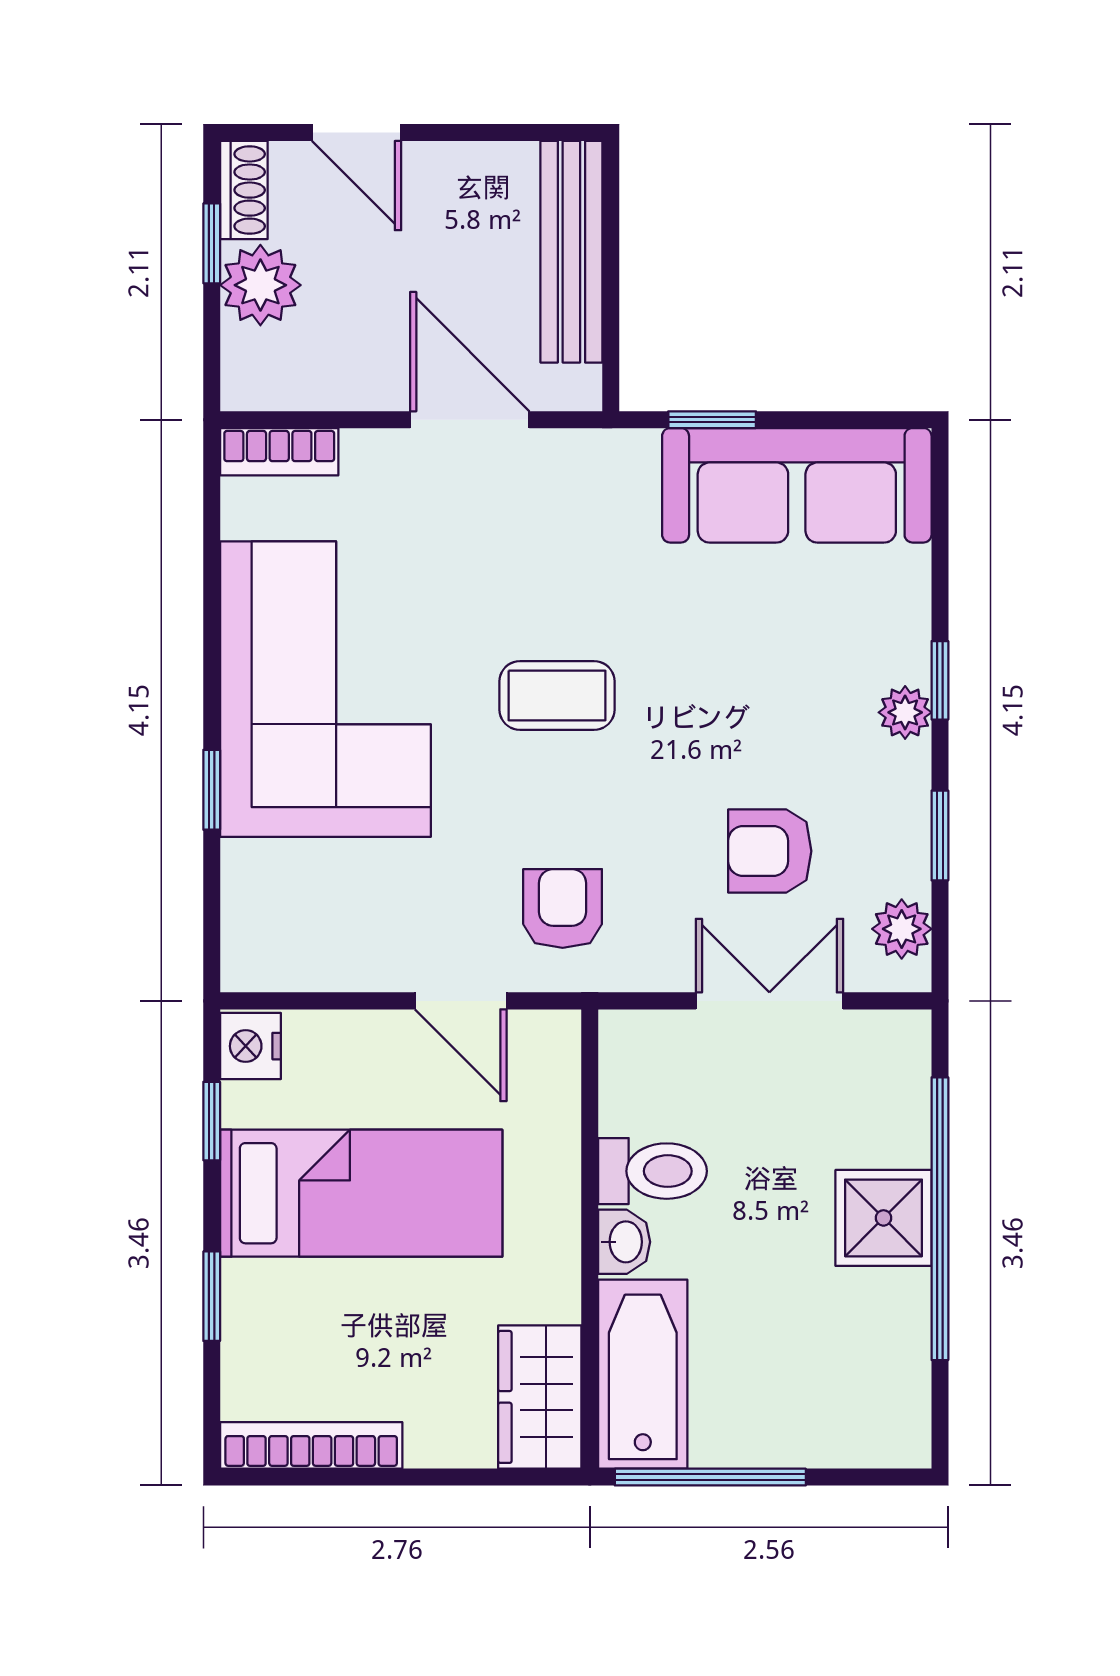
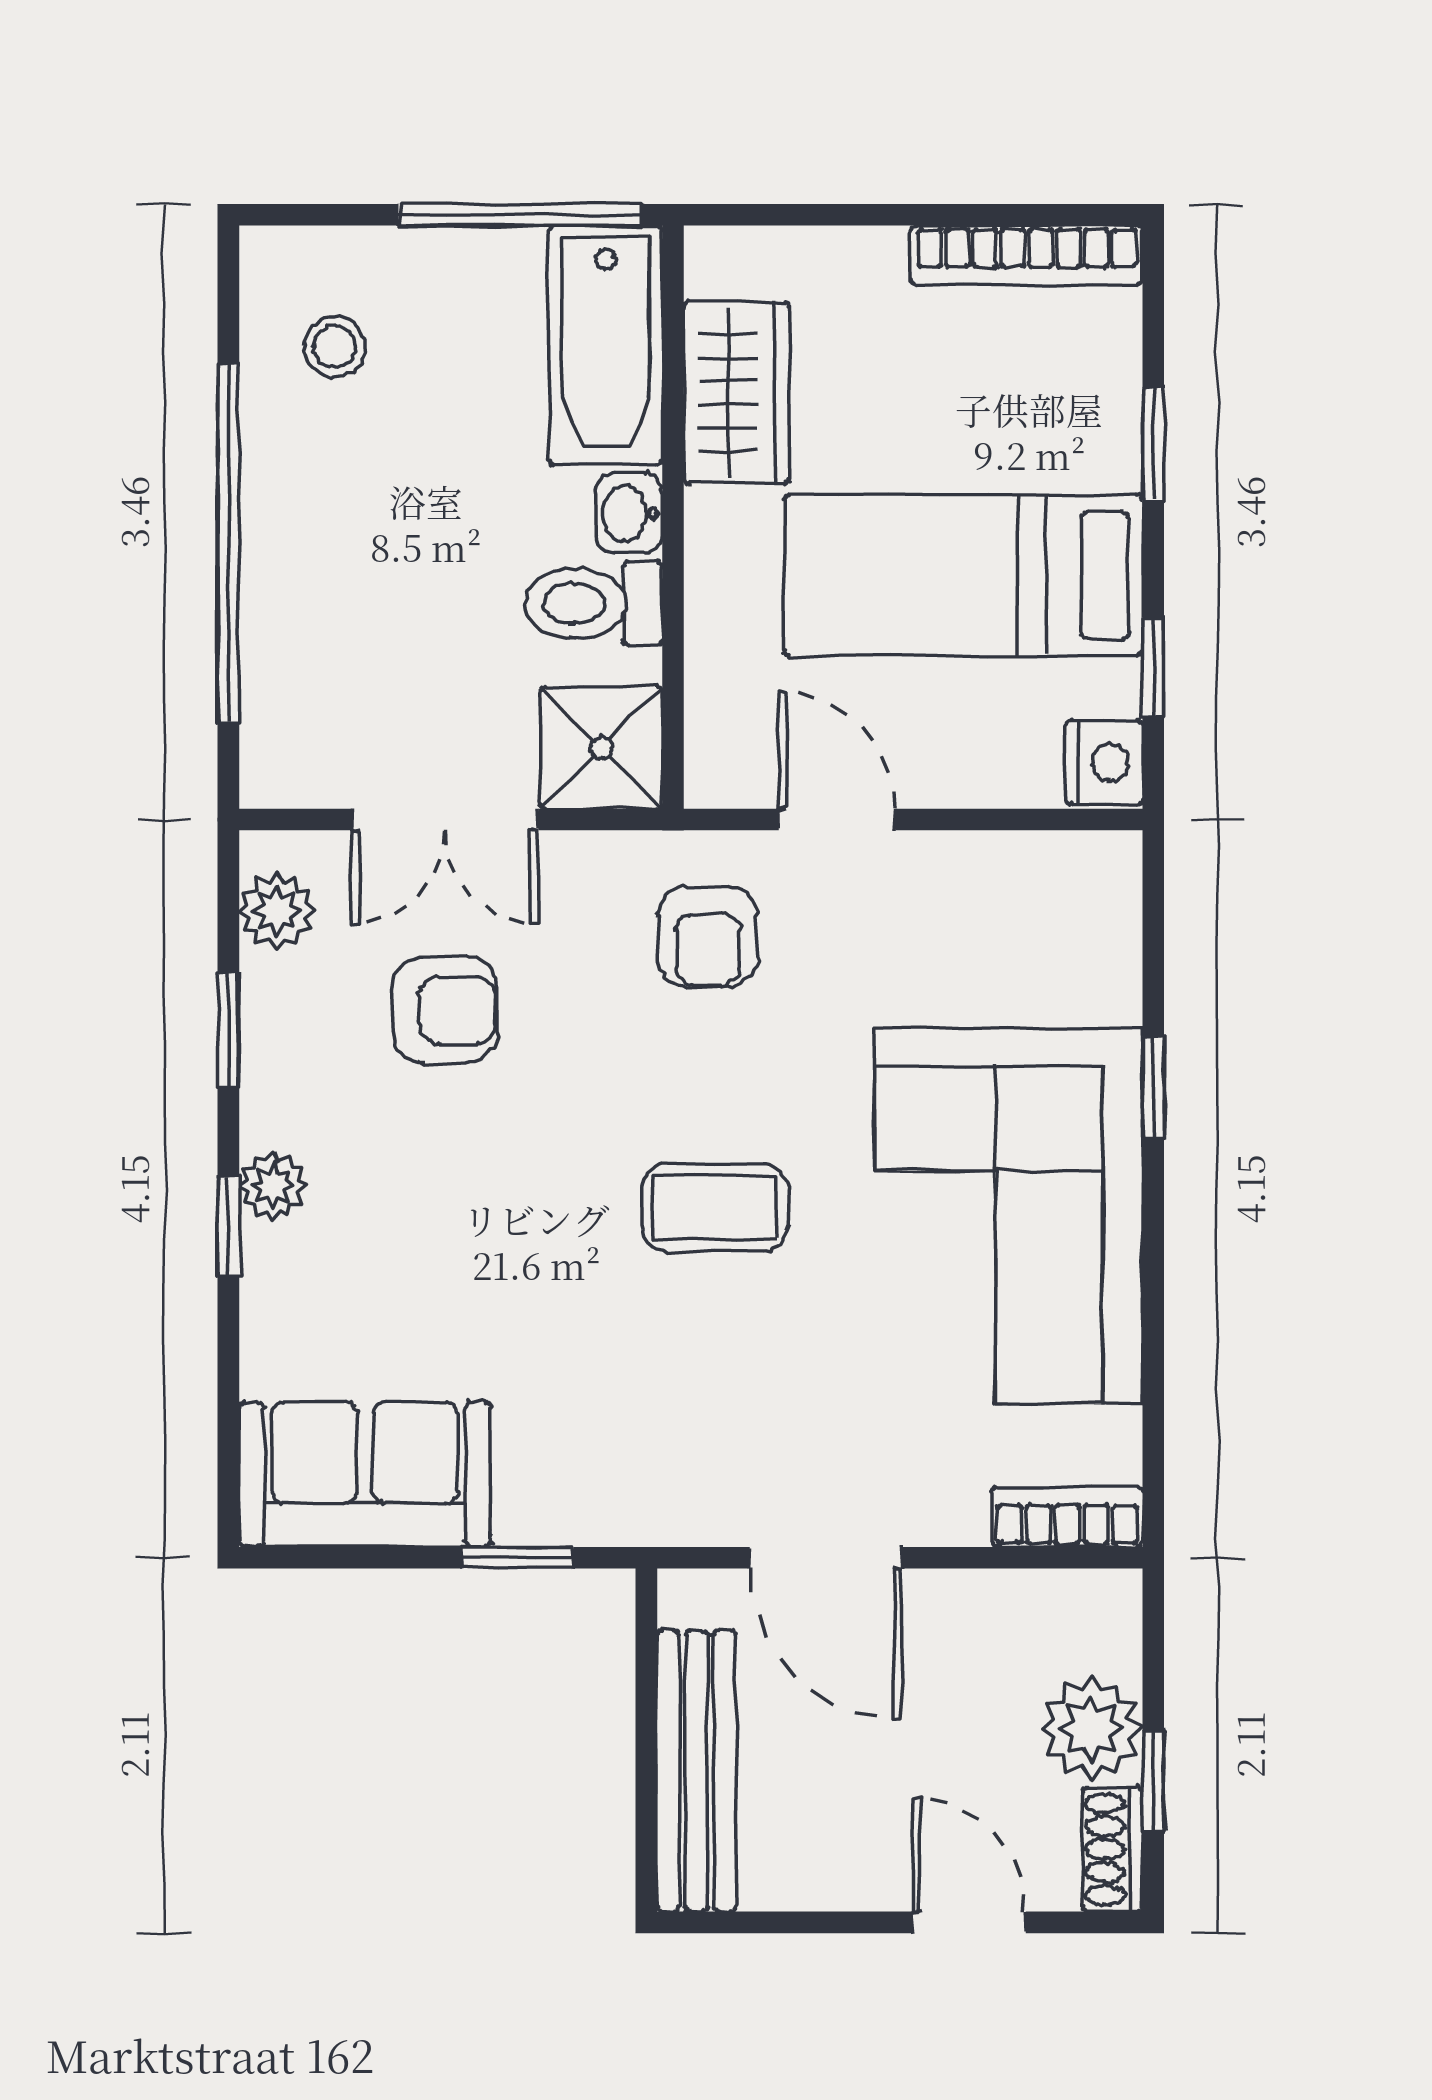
sofa: (797, 485) -> (365, 1474), width x0.73
shower: (884, 1218) -> (601, 748), moved
stool: (856, 1373) -> (334, 347), added
wardrobe: (540, 1397) -> (737, 393), moved

